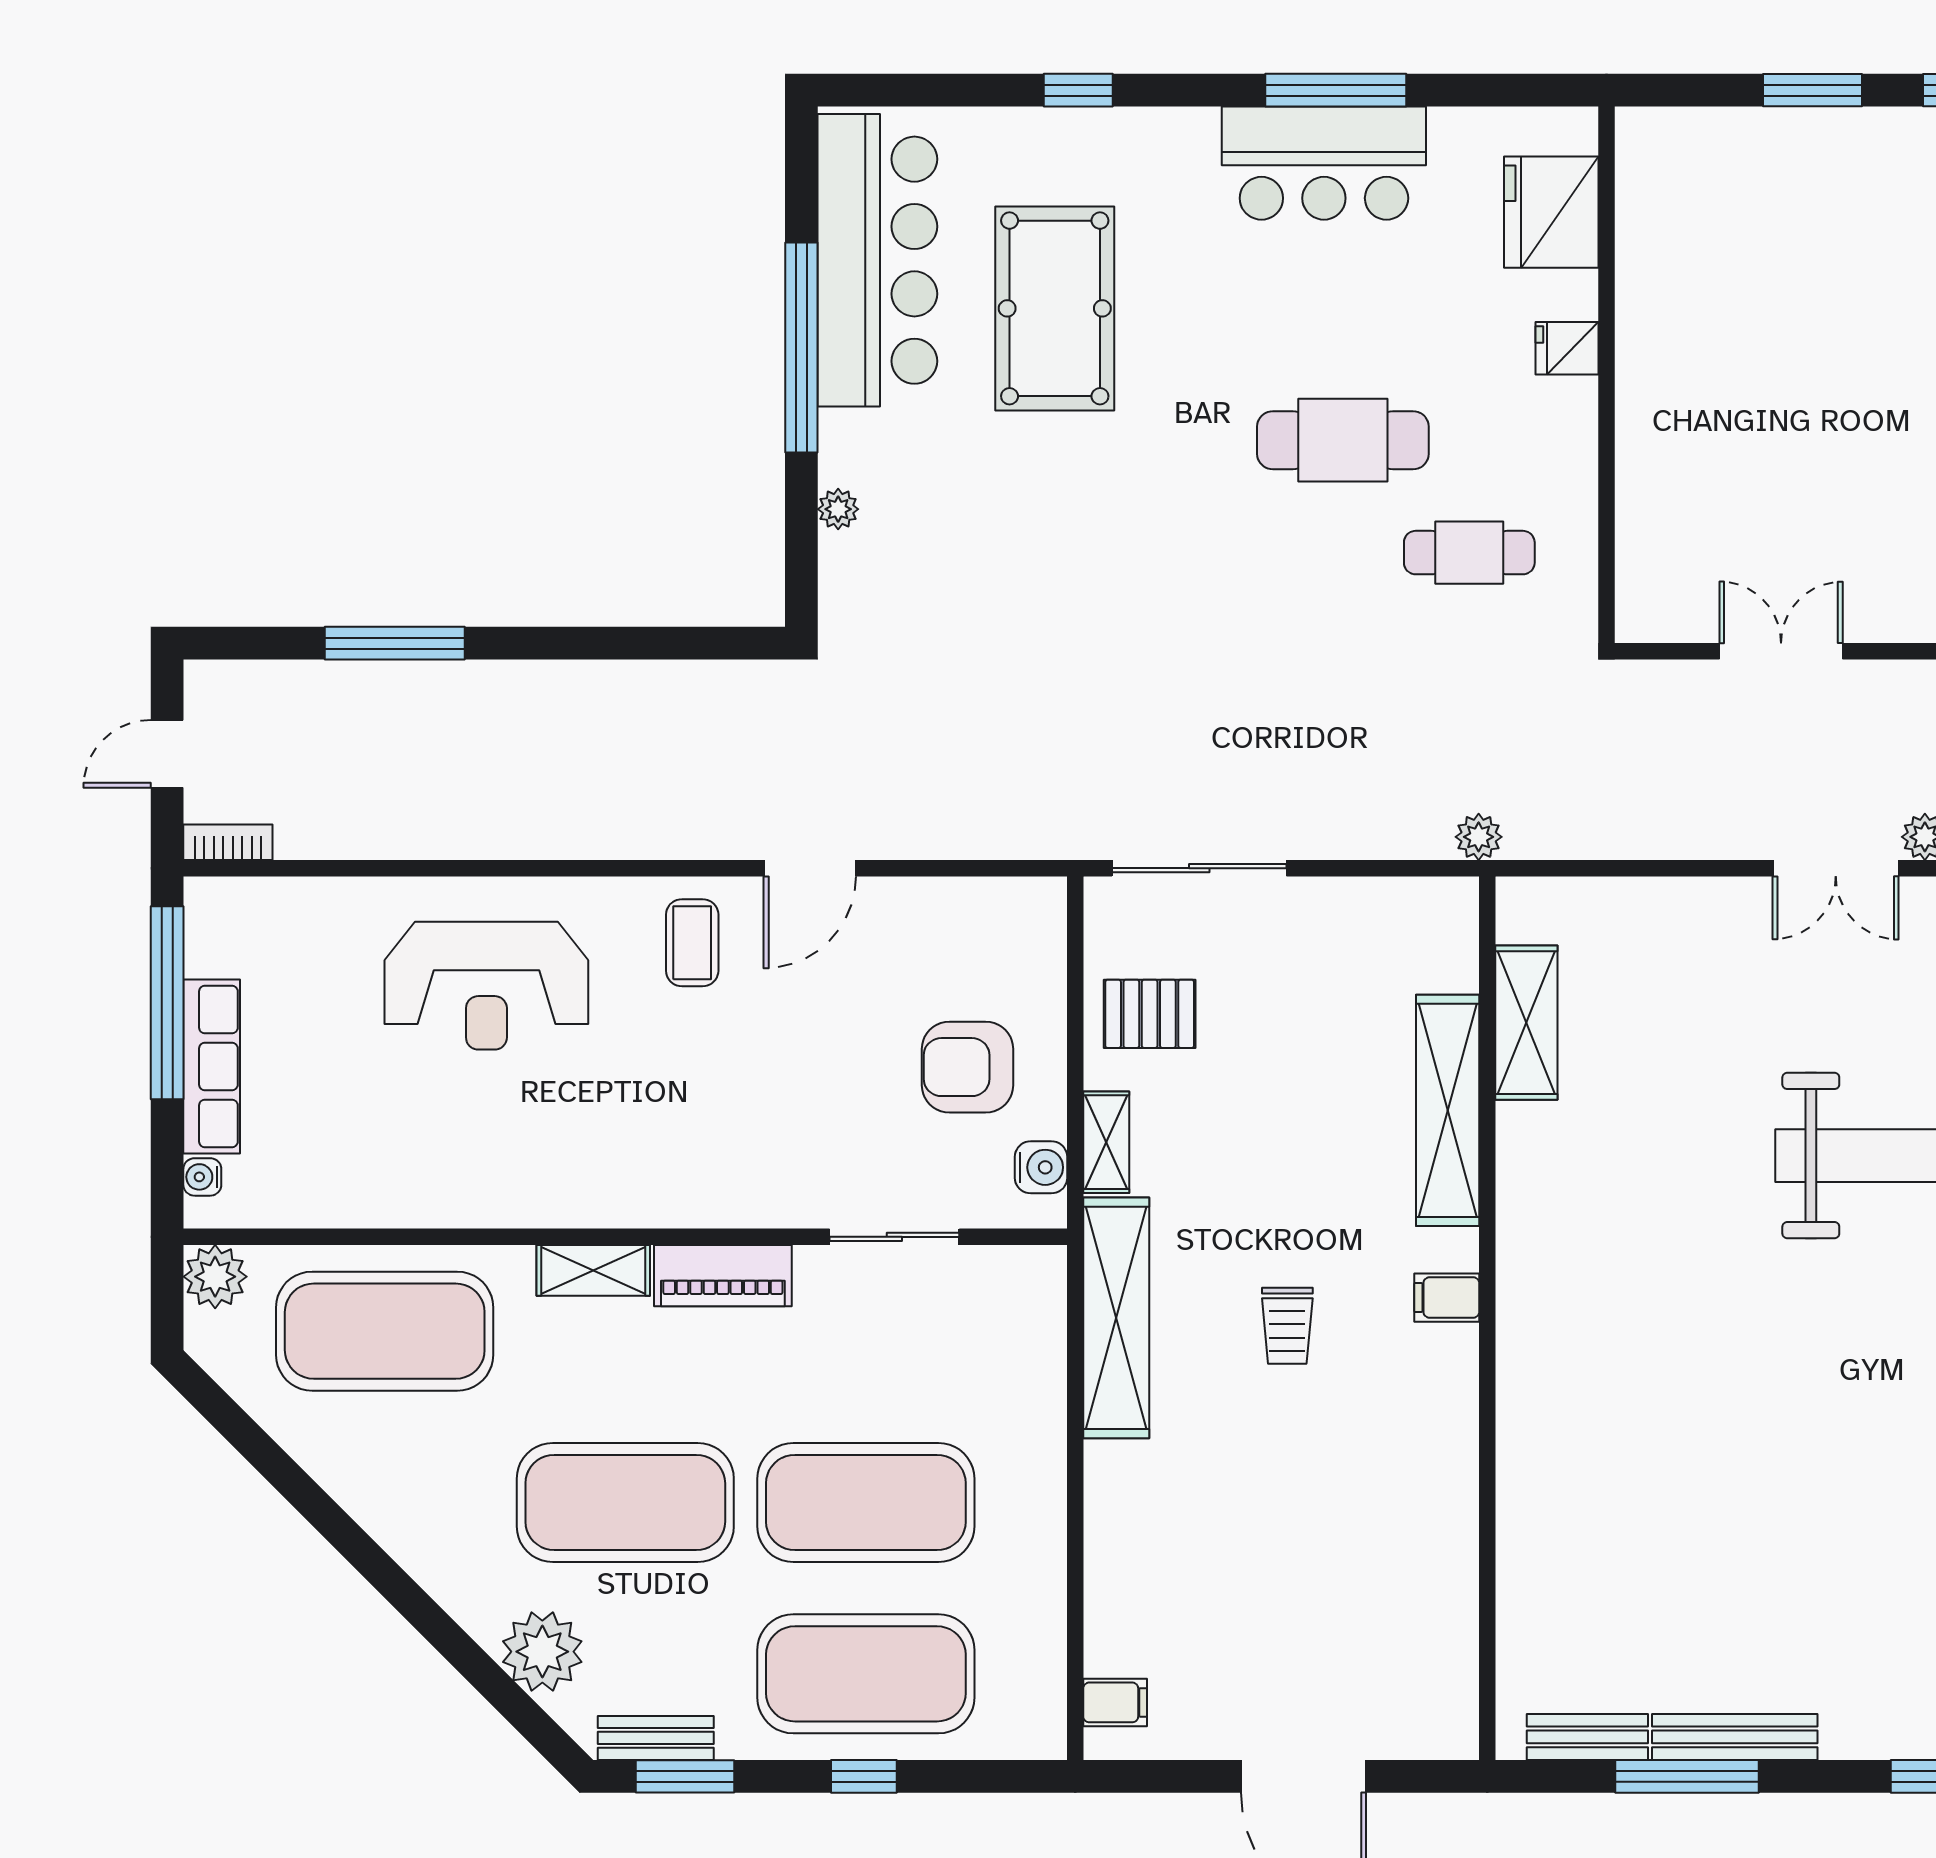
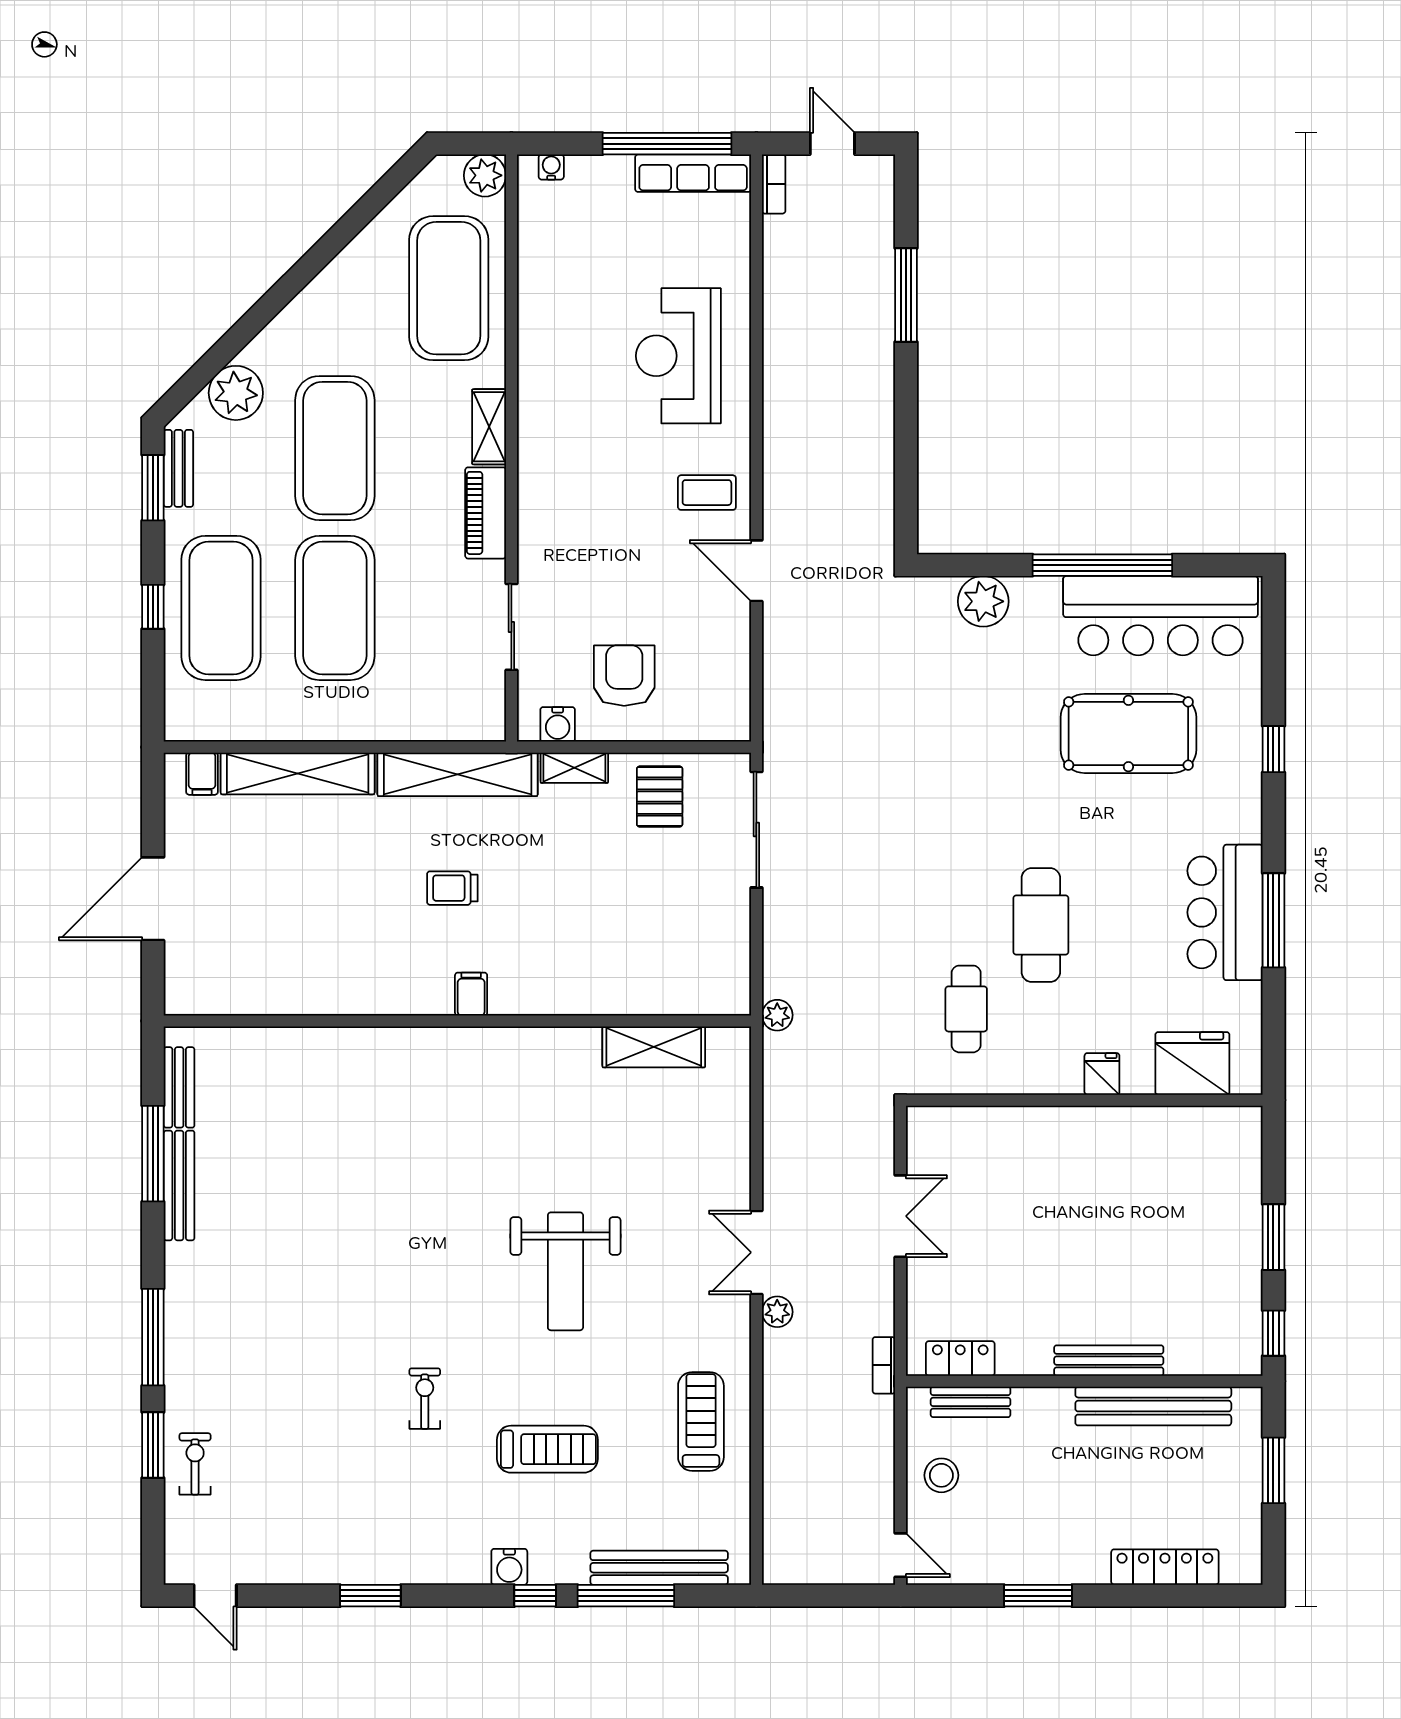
plant: (838, 509) -> (983, 601), width x1.88, depth x1.88
row of seats: (212, 1066) -> (693, 173), moved
shelving: (1448, 1110) -> (298, 774), moved

